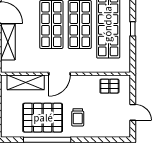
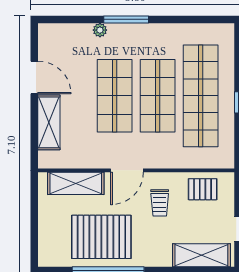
trolley: (78, 117) -> (160, 203), moved
shelving: (109, 130) -> (201, 255), added

